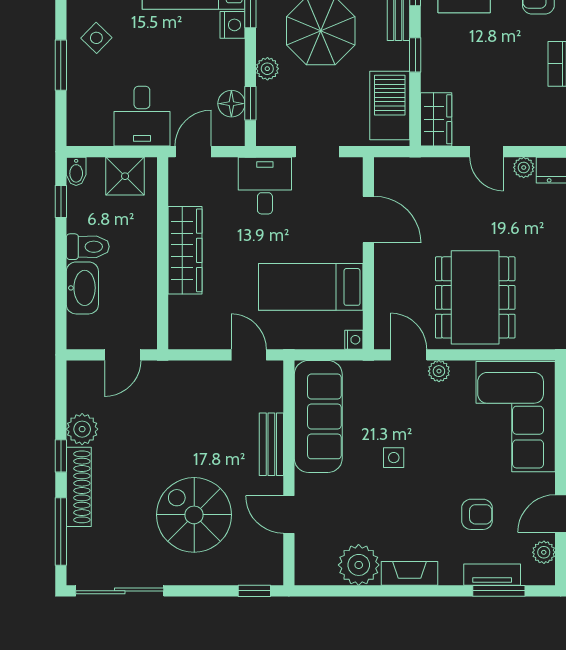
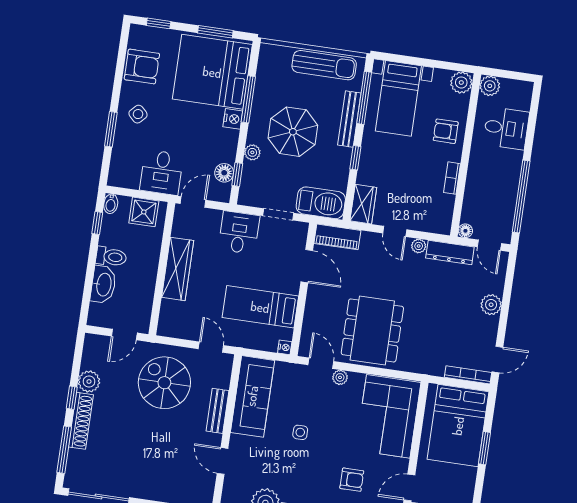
barbecue: (390, 105) -> (321, 203), moved, turned 90
piano: (406, 171) -> (337, 237), added
spiral stairs: (194, 515) -> (164, 383), moved

